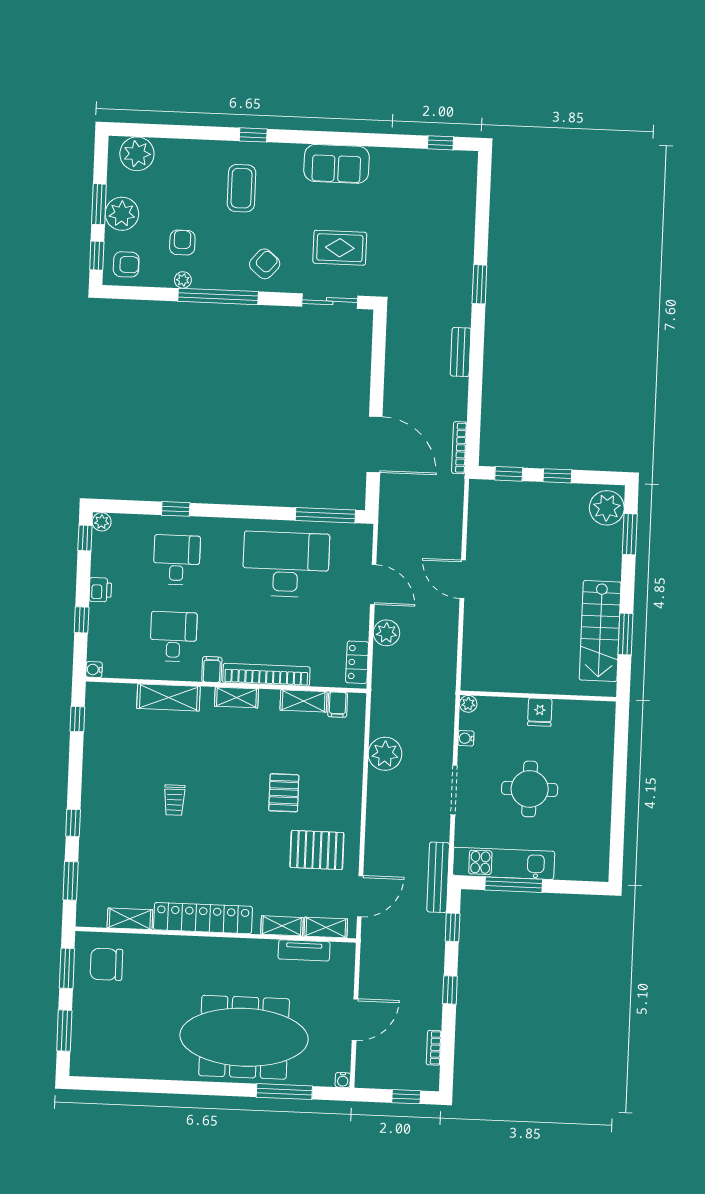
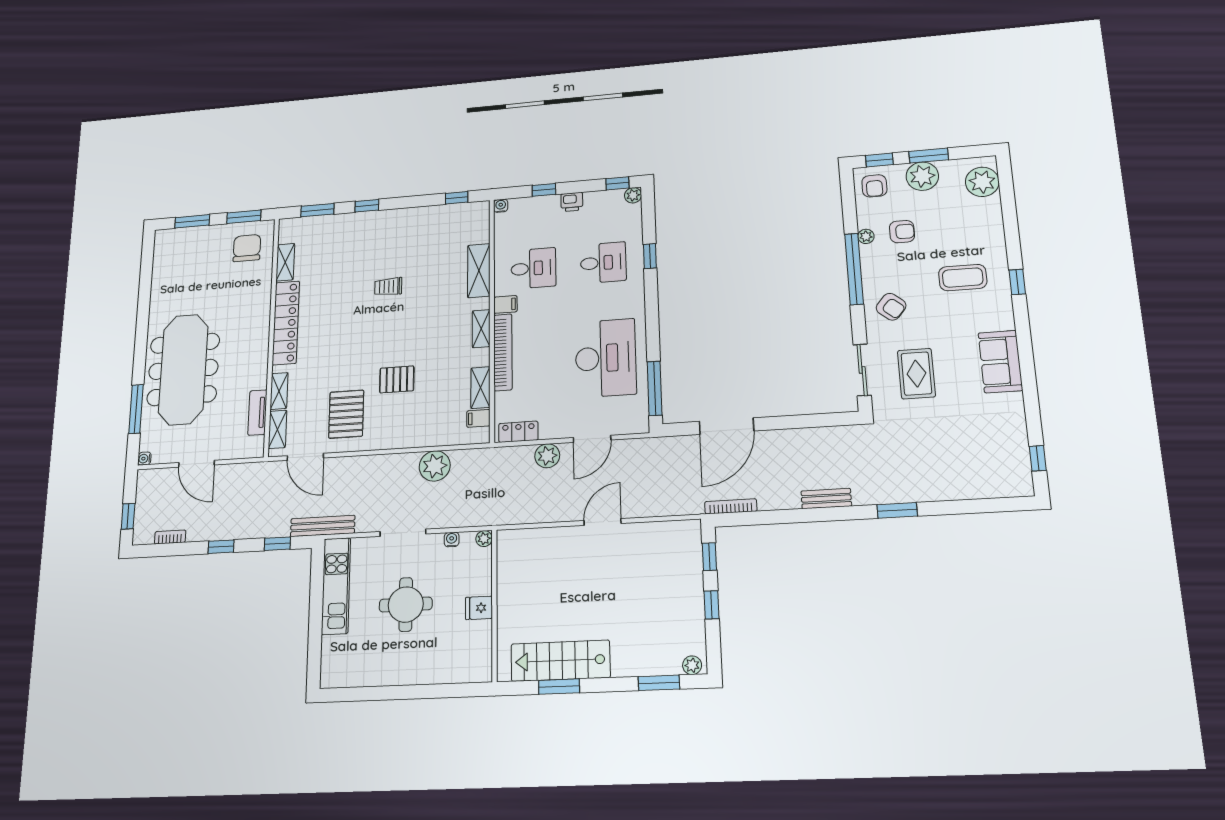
plant: (607, 508) -> (692, 665), width x0.53, depth x0.53
window: (514, 885) -> (316, 597), removed

